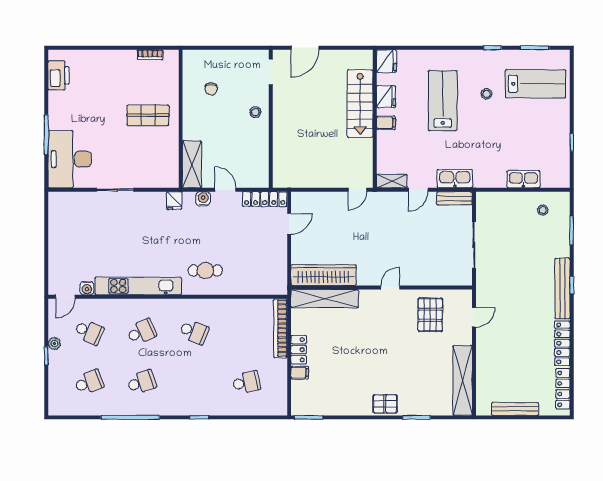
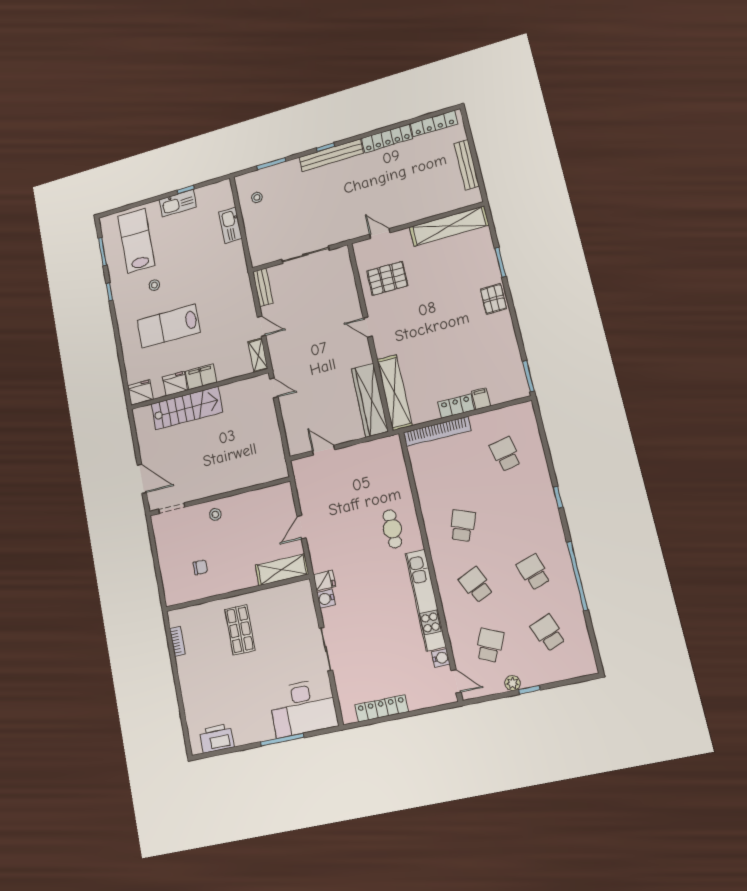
filing cabinet: (386, 123) -> (201, 377), width x2.00
kitchen sink: (455, 179) -> (178, 203), moved, turned -90
water cooler: (203, 199) -> (326, 599), moved
locker: (265, 199) -> (382, 708), moved, turned -90

